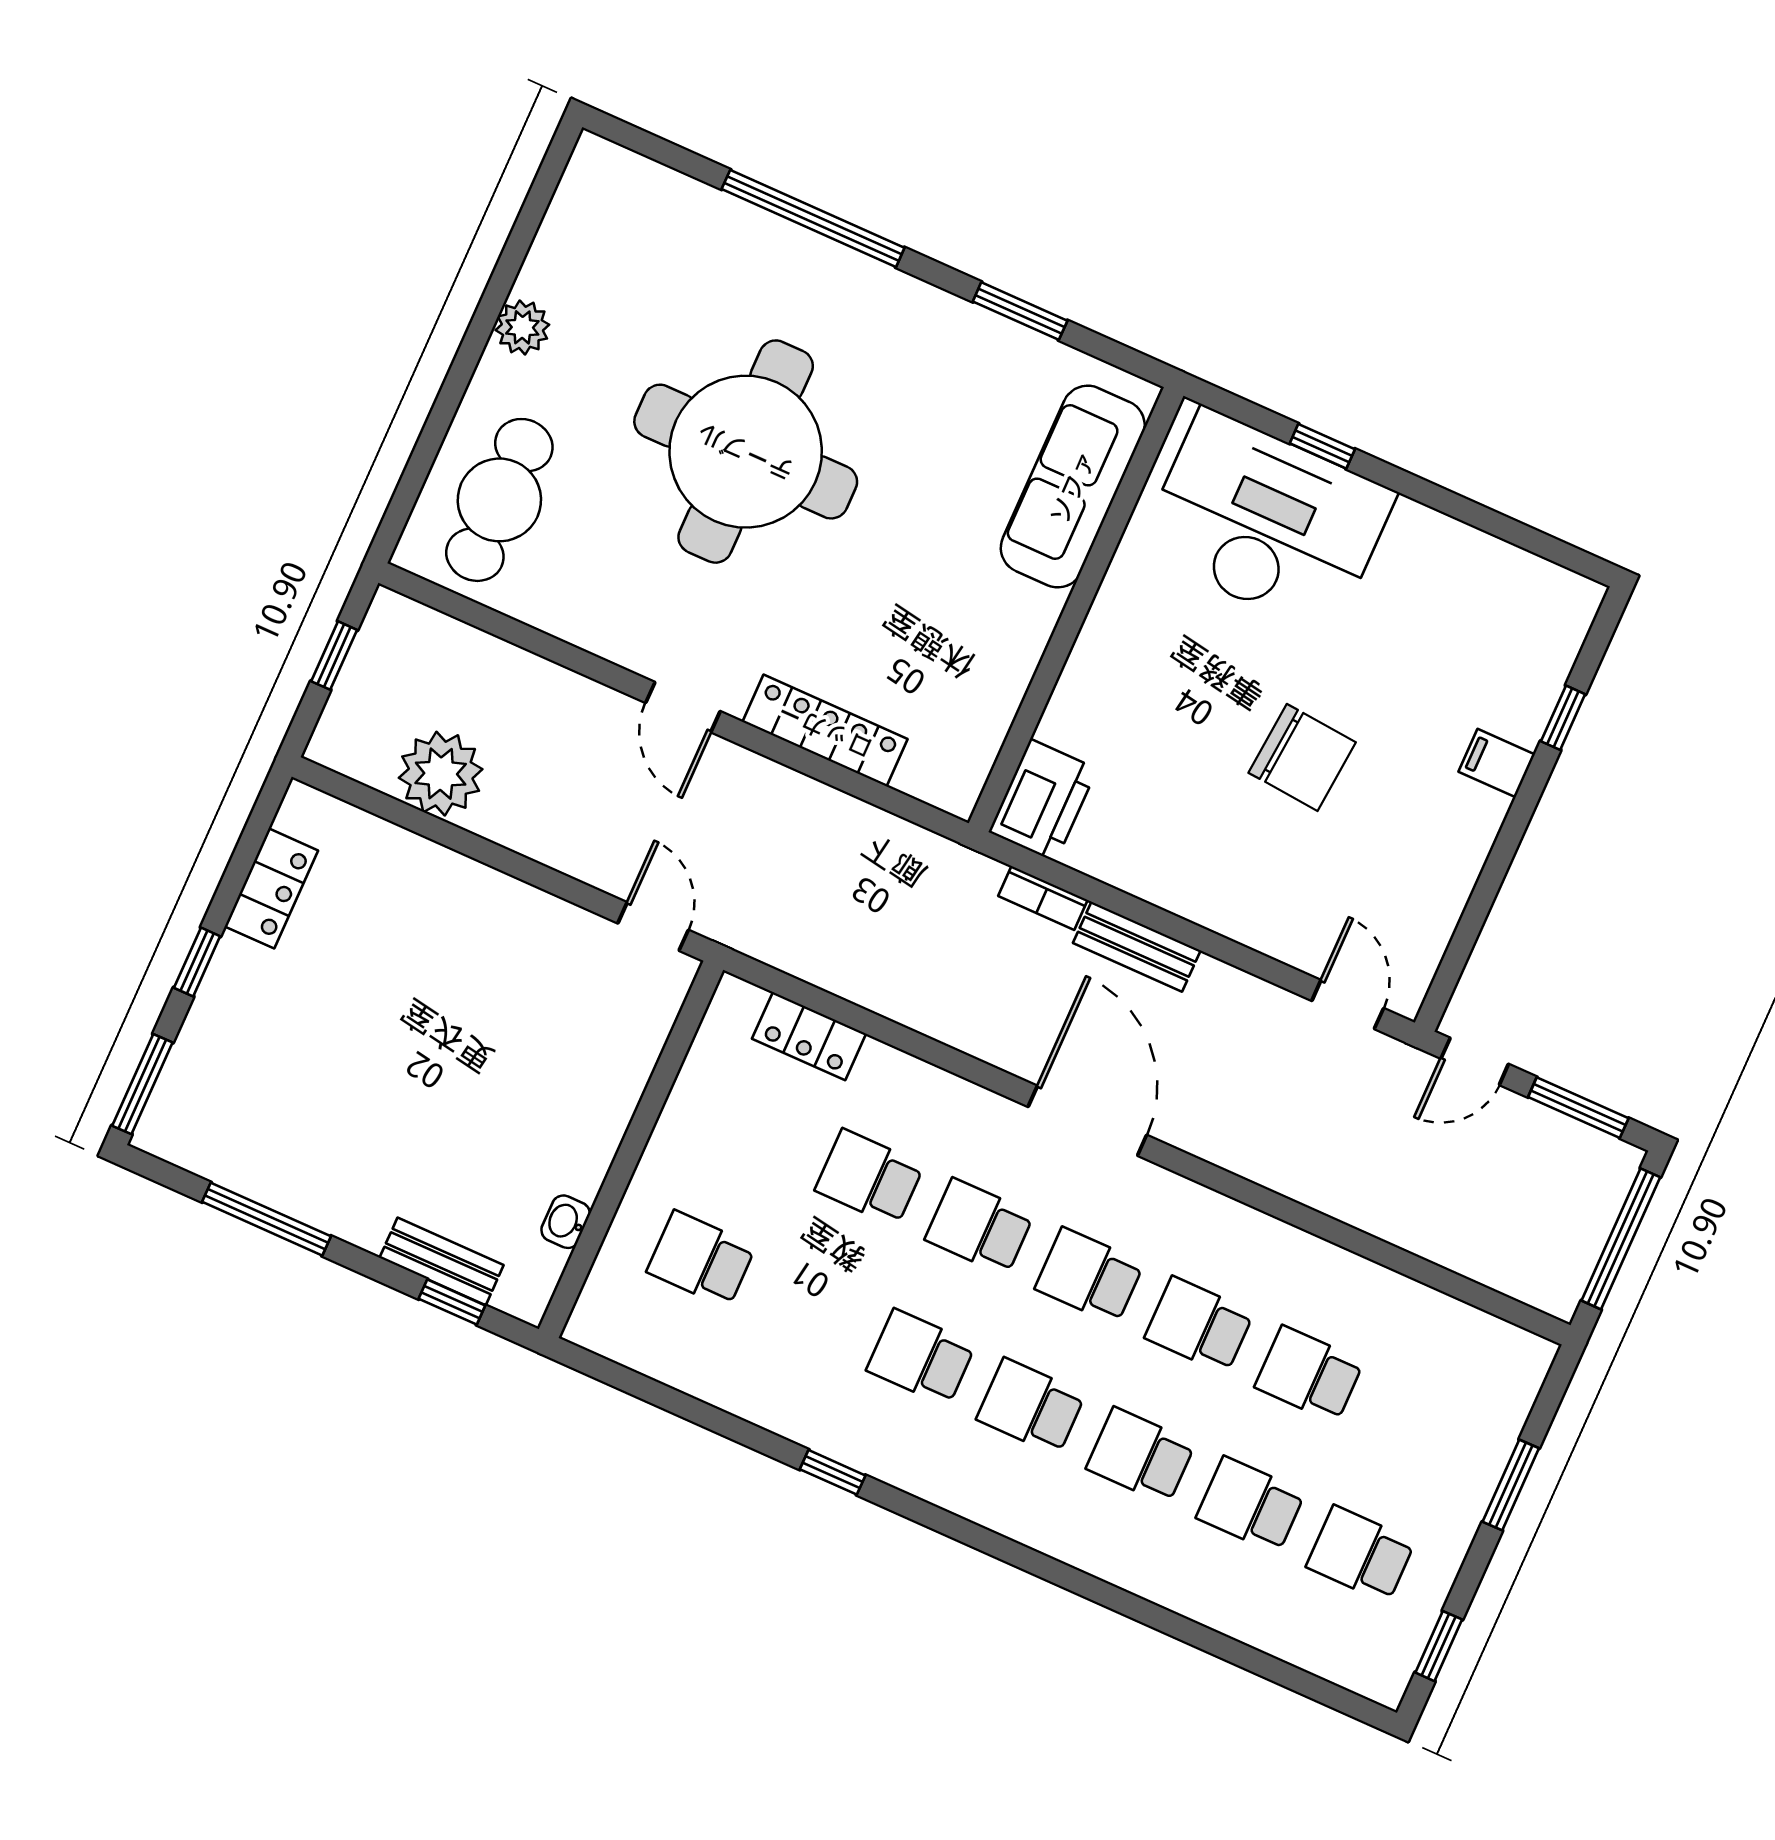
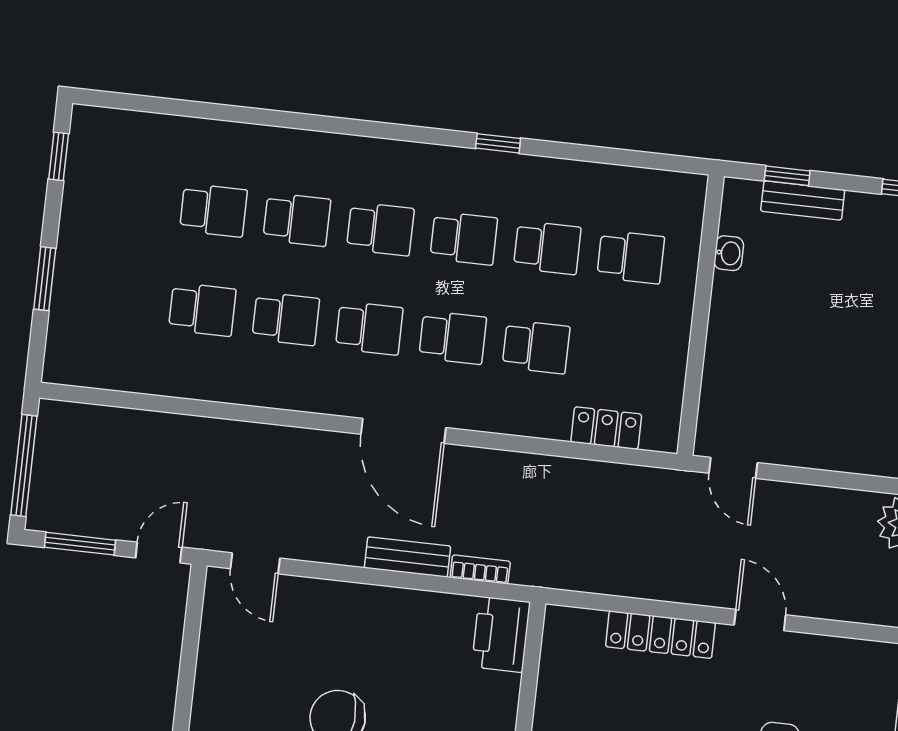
school desk: (1361, 1554) -> (547, 248), moved

